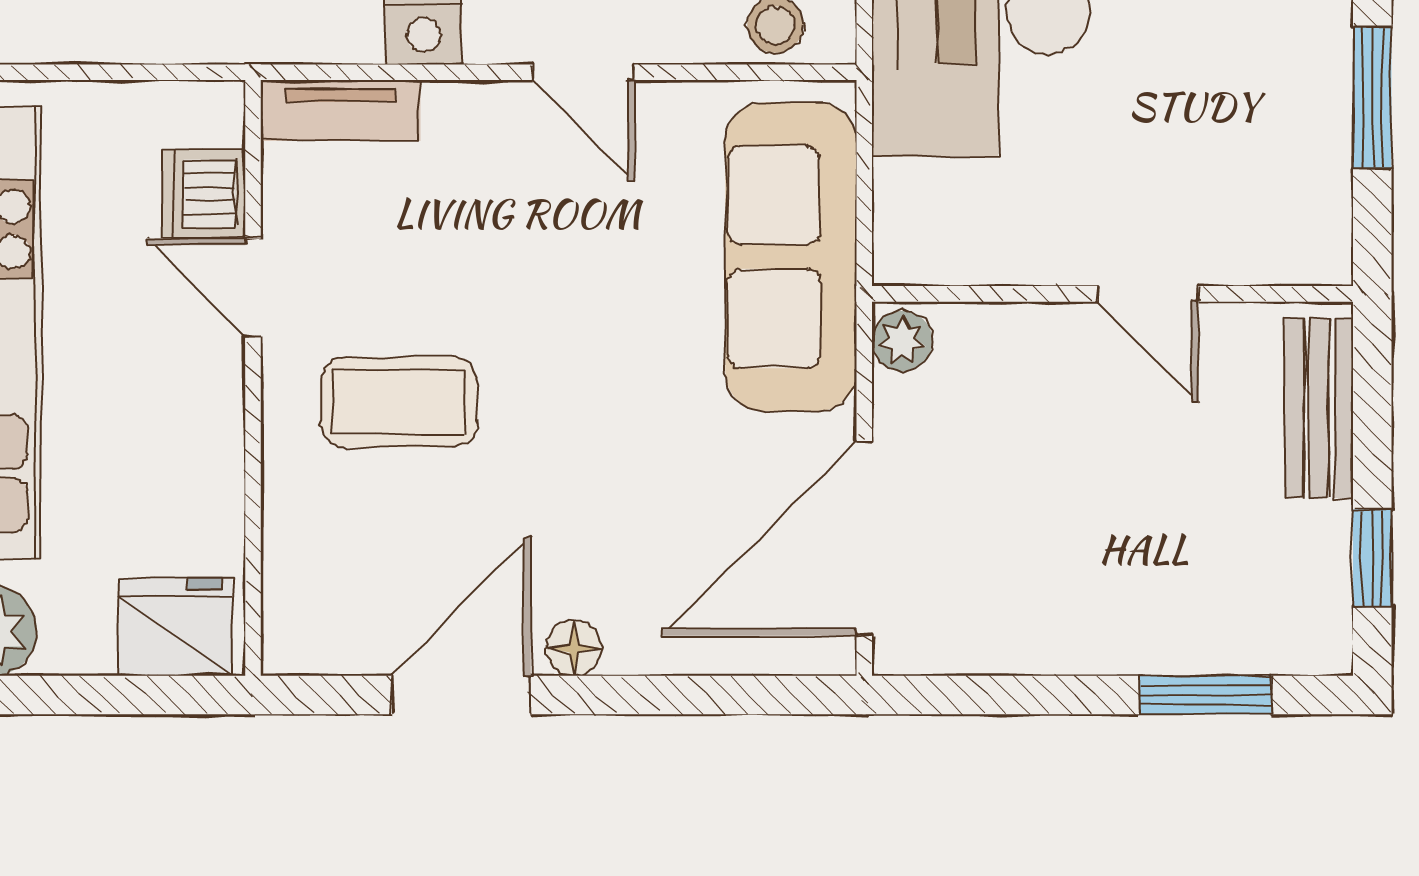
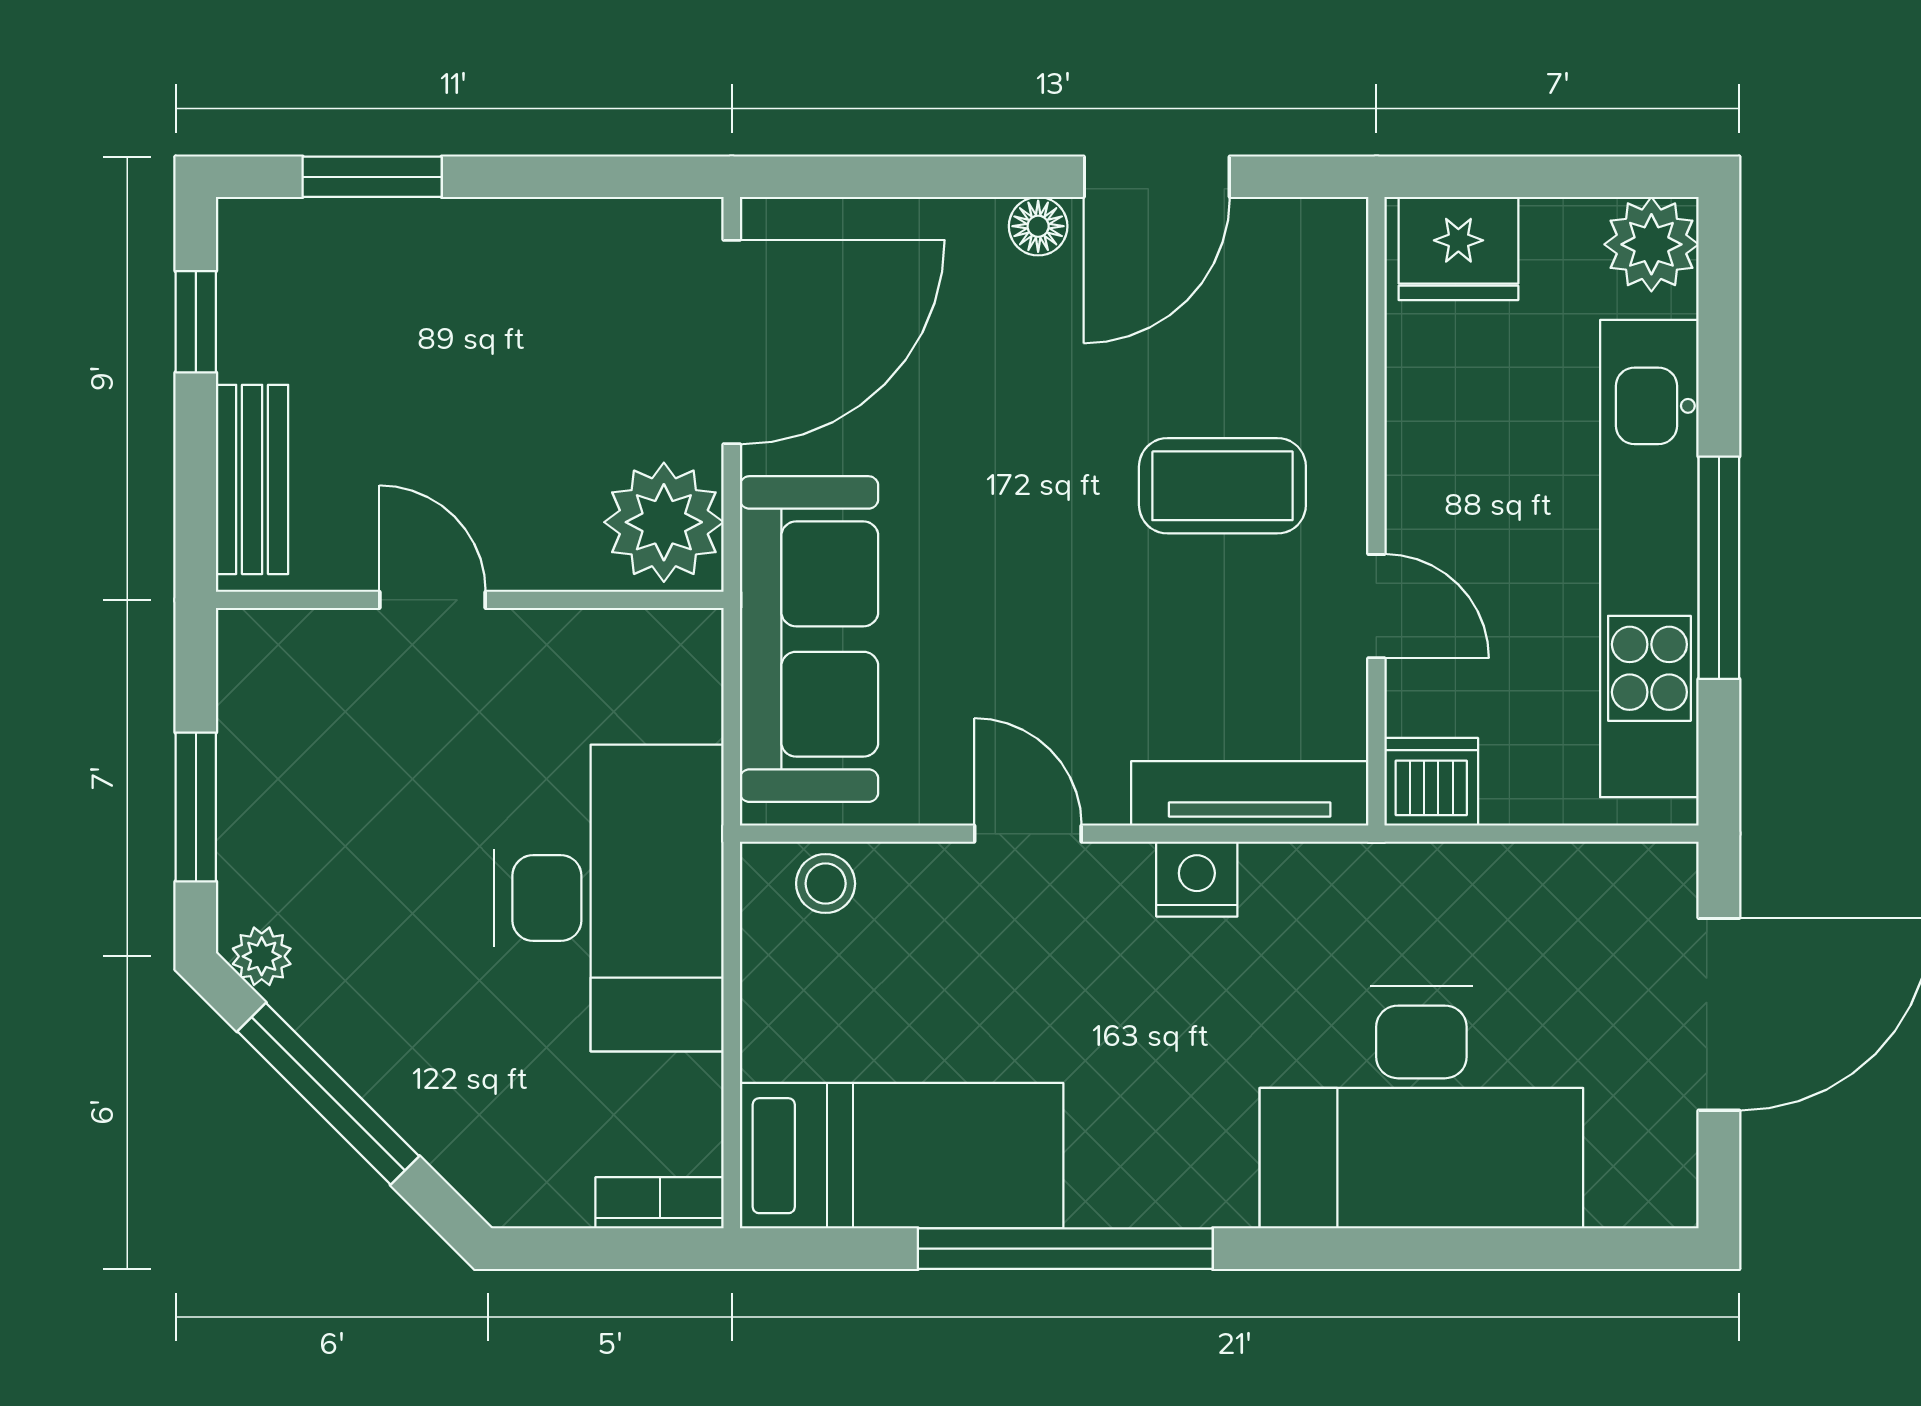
tv unit: (340, 110) -> (1250, 793), width x1.41
dishwasher: (204, 193) -> (1431, 782), moved, turned -90
plant: (902, 341) -> (664, 522), width x1.88, depth x1.88

